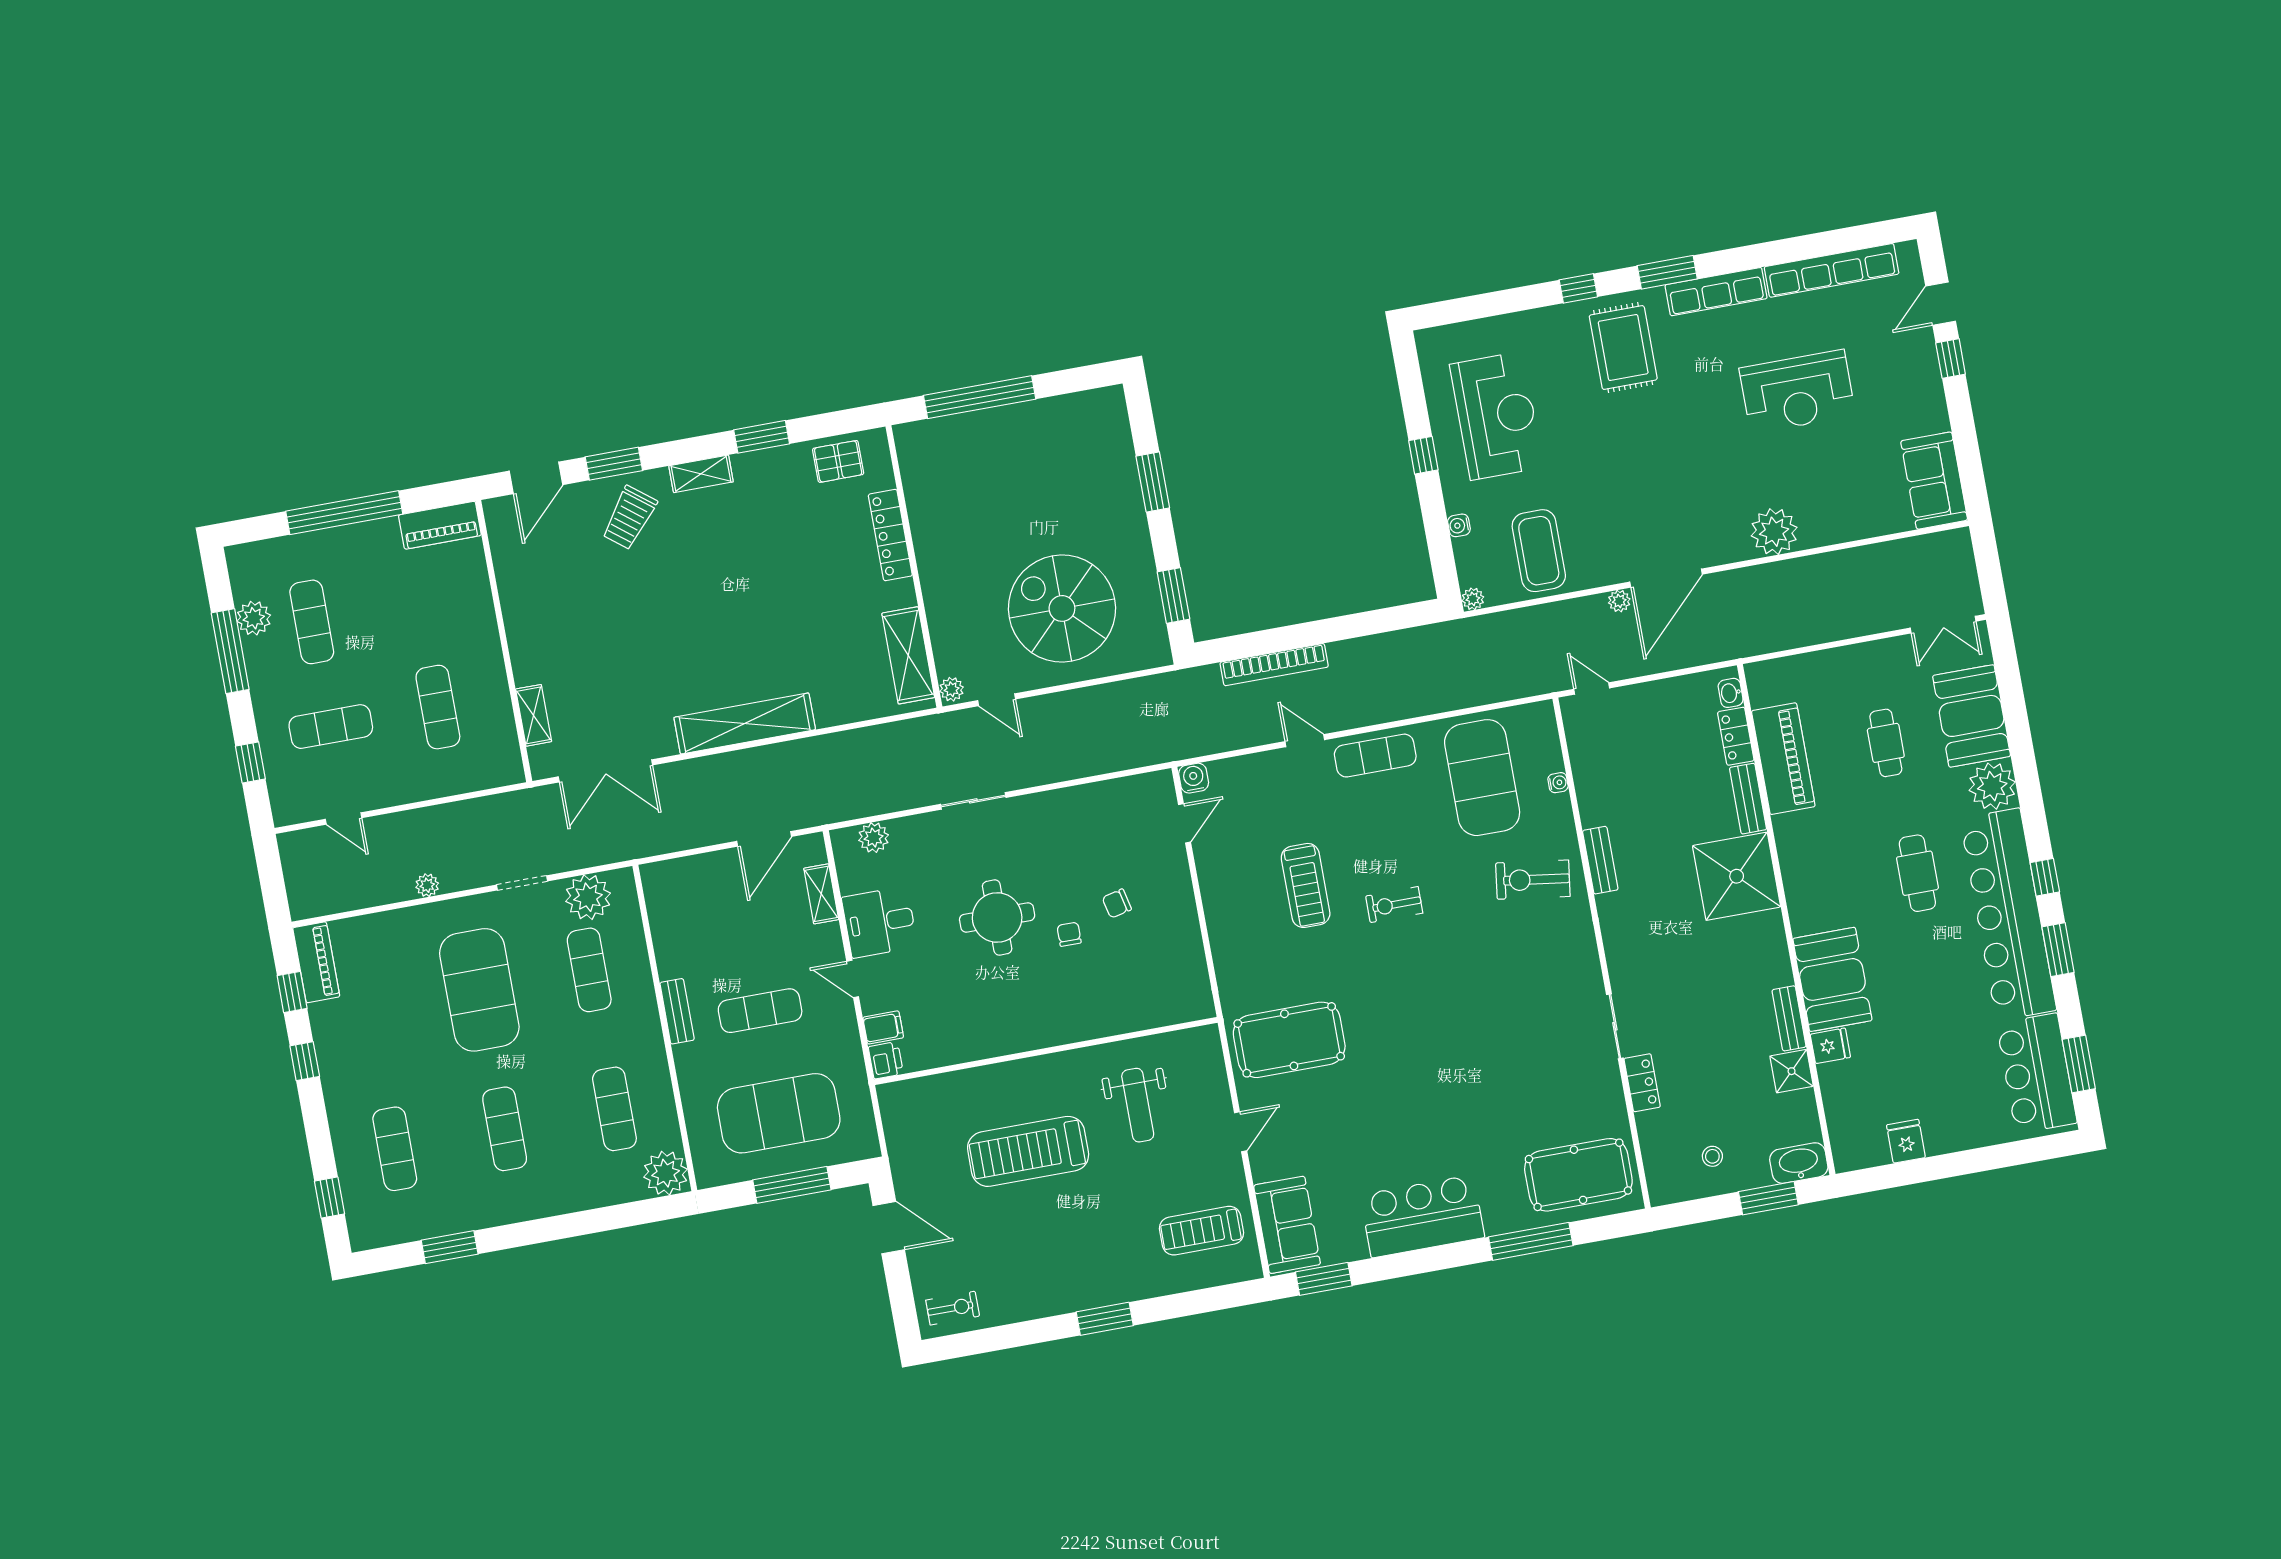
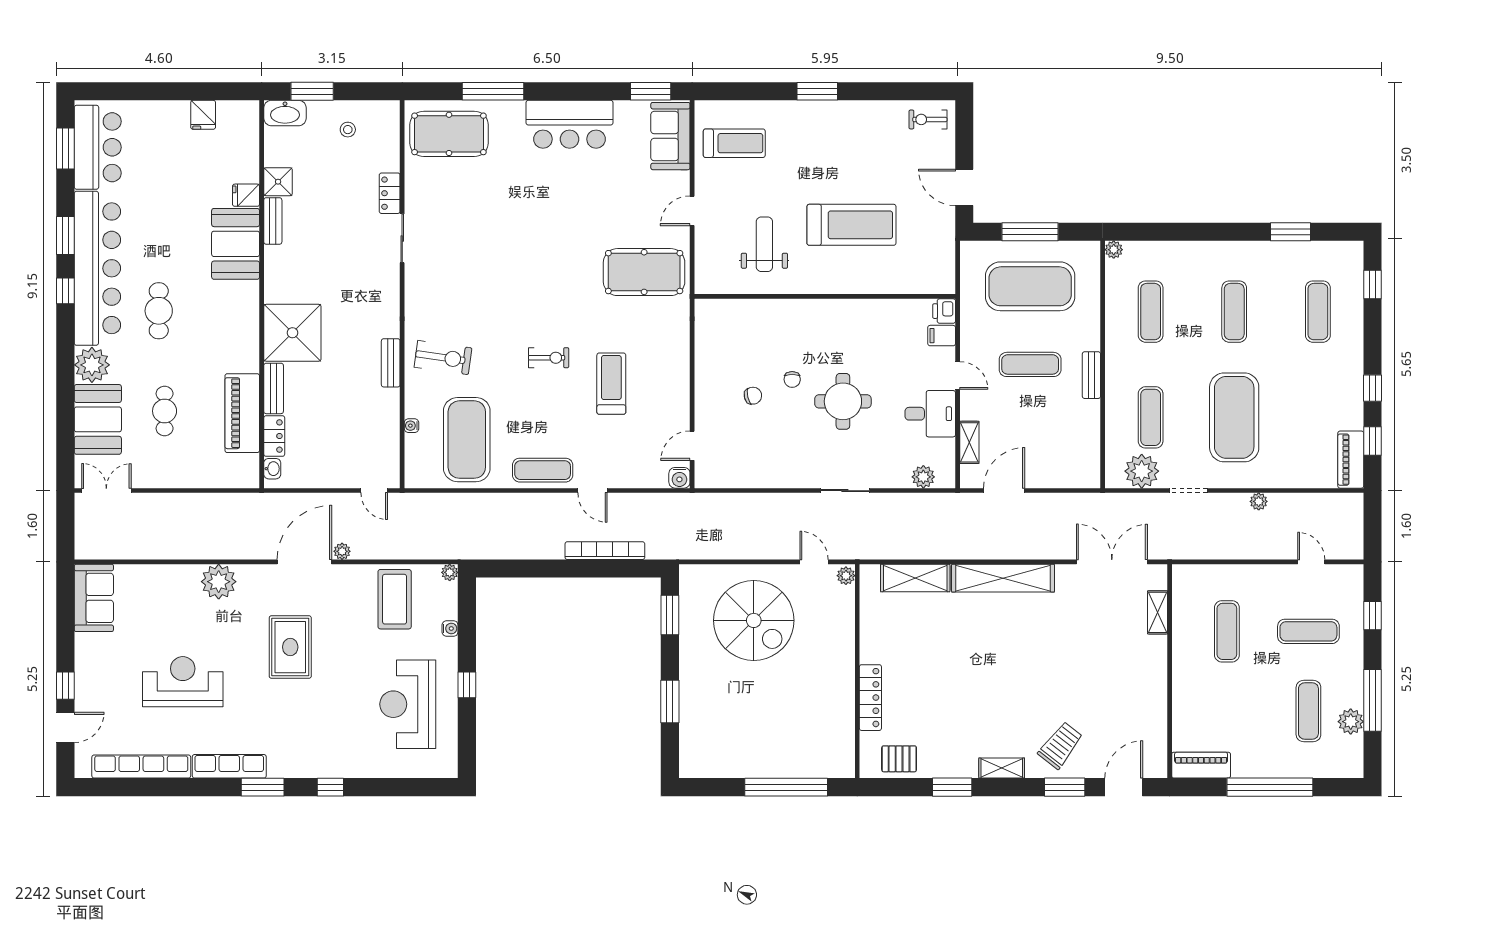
rug: (1623, 347) -> (290, 647), moved
shelving: (908, 655) -> (915, 578), moved, turned 90
plant: (666, 1173) -> (1114, 250), width x0.53, depth x0.53

